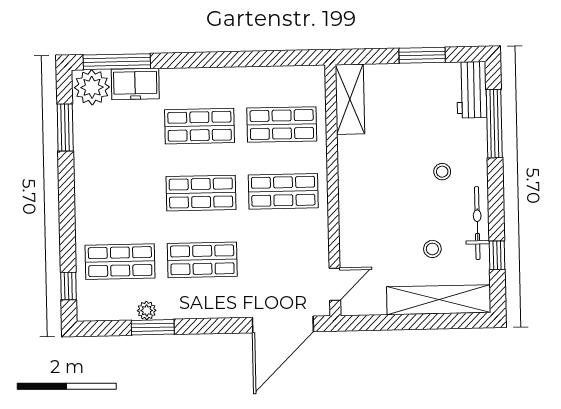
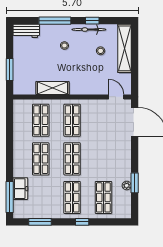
window: (422, 55) -> (10, 70), moved
plant: (92, 87) -> (21, 209), removed
shelving: (350, 99) -> (53, 88), moved
window: (494, 124) -> (55, 21), moved
window: (497, 255) -> (92, 21), moved
shop shelf: (202, 260) -> (72, 197), moved
window: (68, 286) -> (82, 222), moved

